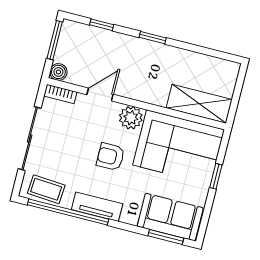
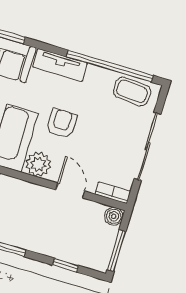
door: (100, 94) -> (70, 190), swing flipped
armchair: (111, 157) -> (62, 123), turned -90
tv unit: (97, 207) -> (60, 65), moved

